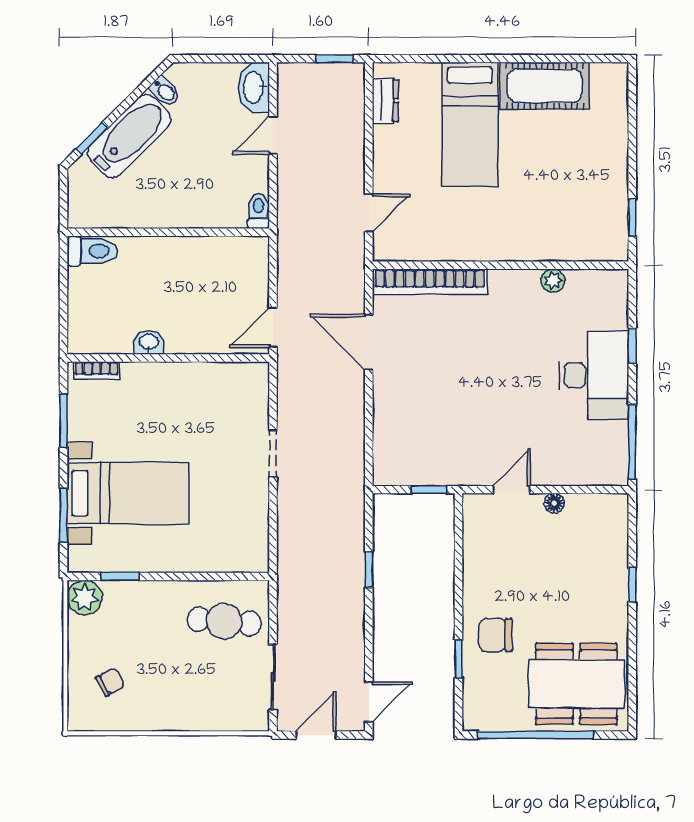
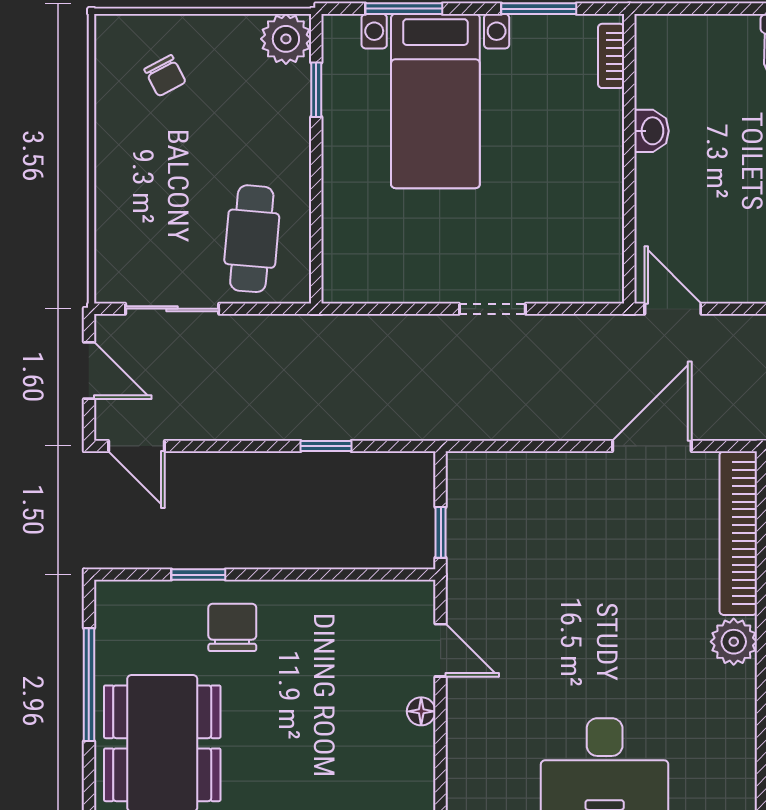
plant: (553, 281) -> (734, 642), moved, width x1.38, depth x1.38
window: (535, 735) -> (89, 685), width x0.68

